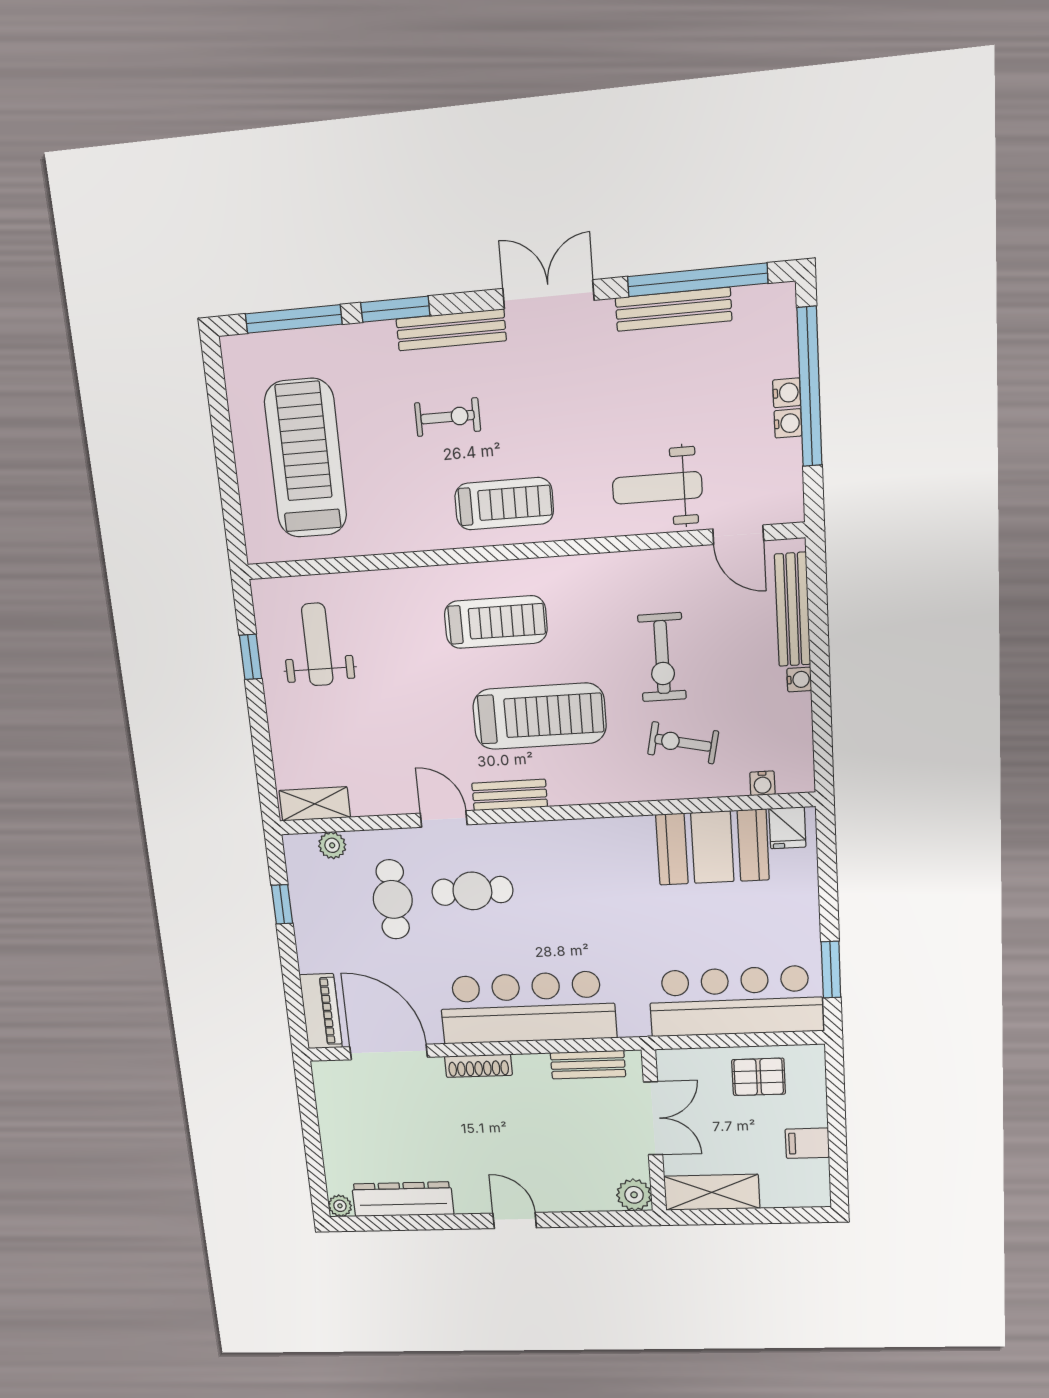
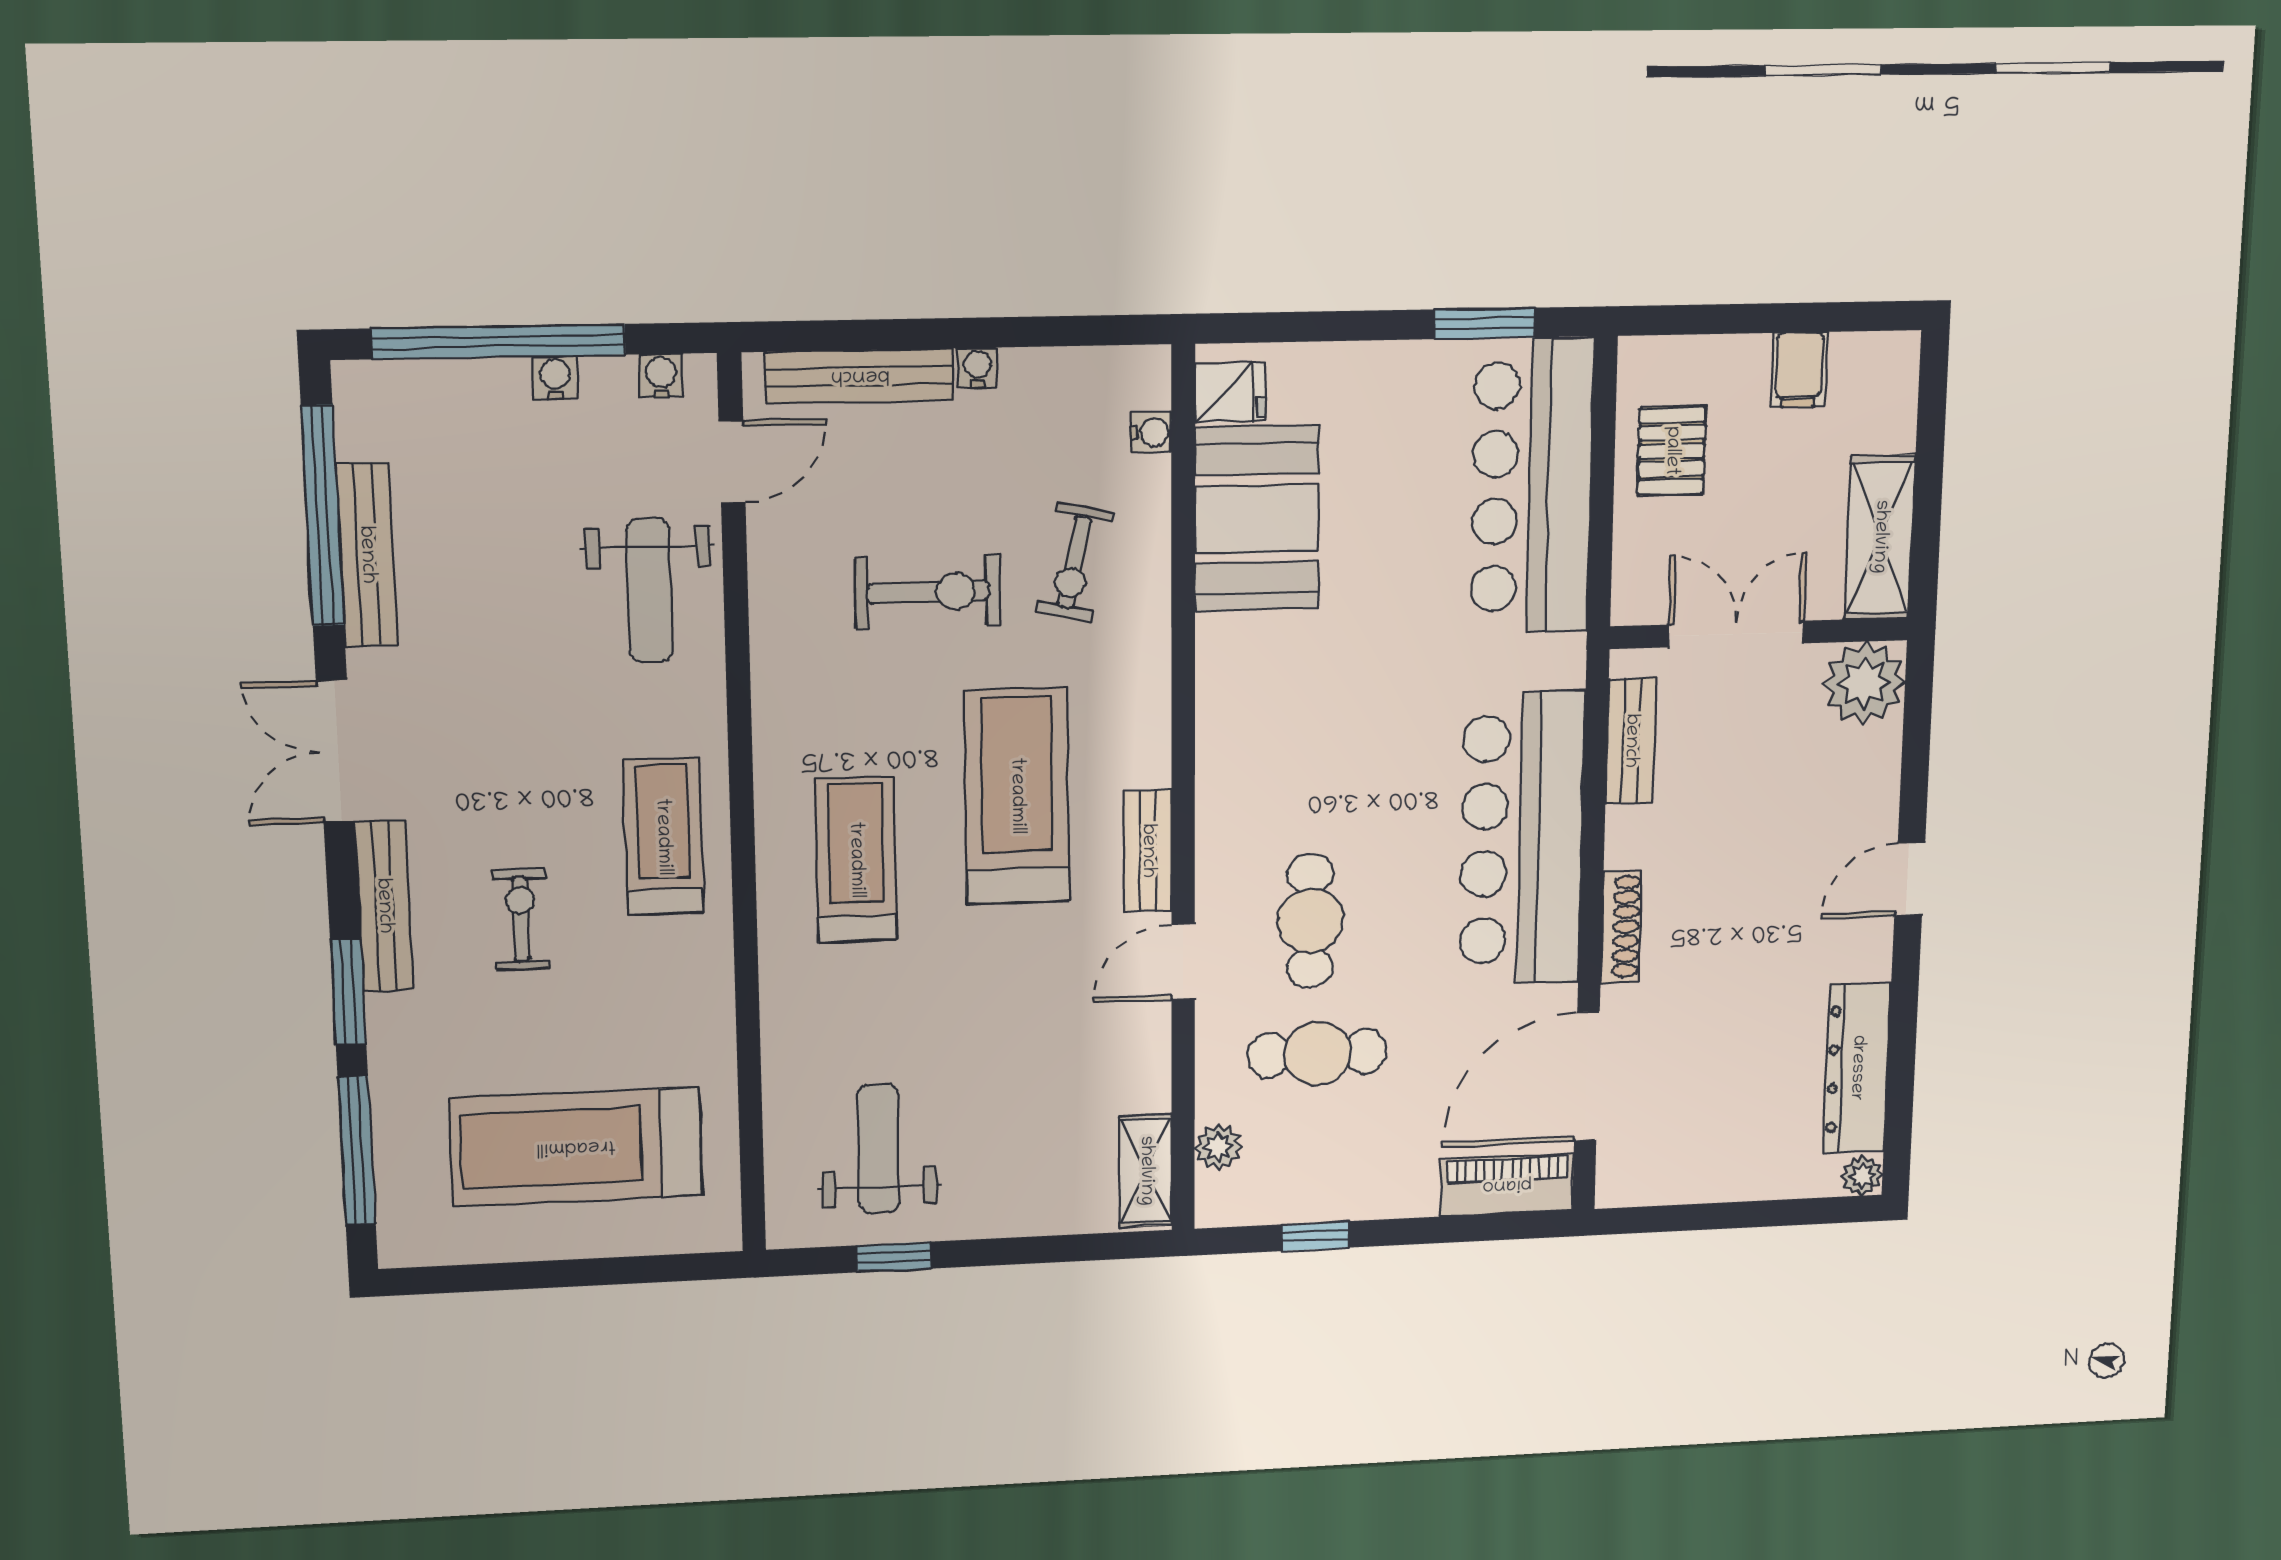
water cooler: (787, 393) -> (661, 376), moved
weight bench: (317, 644) -> (879, 1149), turned 90
plant: (634, 1195) -> (1864, 683), width x1.36, depth x1.36

